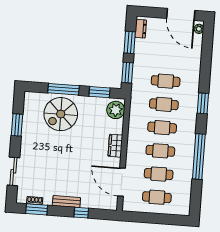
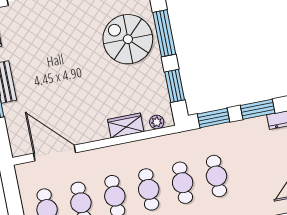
plant: (116, 110) -> (157, 122), width x0.53, depth x0.53
wardrobe: (115, 146) -> (126, 126), moved
door: (122, 182) -> (55, 153), hinge flipped

